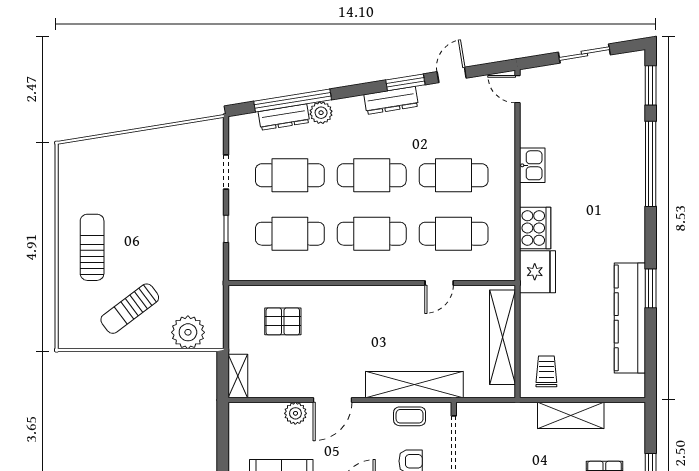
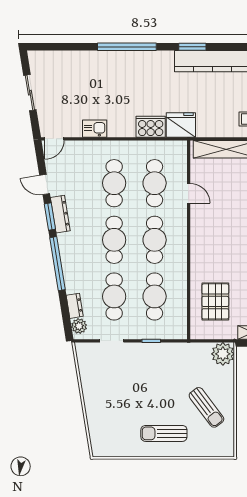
window: (651, 85) -> (52, 47), removed
dresser: (391, 100) -> (60, 214), moved
window: (293, 101) -> (57, 264), moved
plant: (321, 113) -> (79, 326), moved
dresser: (284, 117) -> (75, 306), width x0.70
window: (651, 164) -> (127, 47), moved
kitchen sink: (532, 165) -> (95, 129), moved
pallet: (283, 321) -> (215, 301), width x1.50, depth x1.42
plant: (188, 332) -> (223, 354), moved

